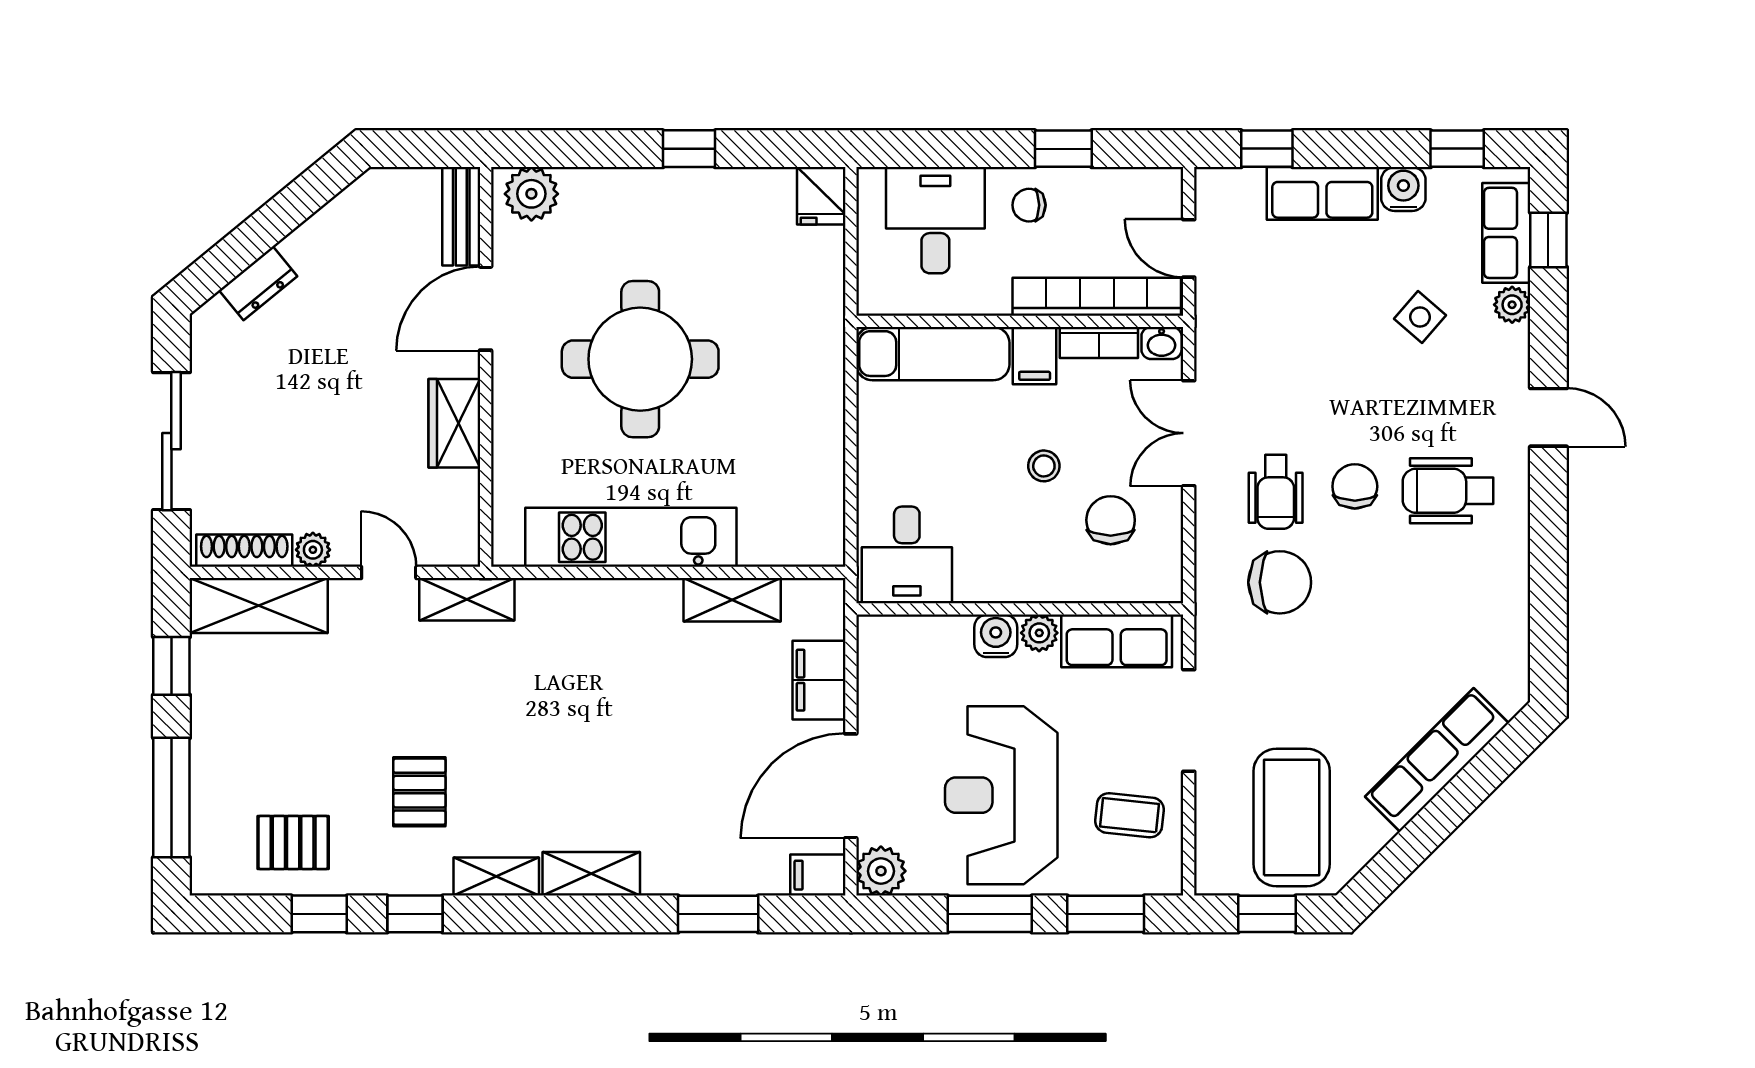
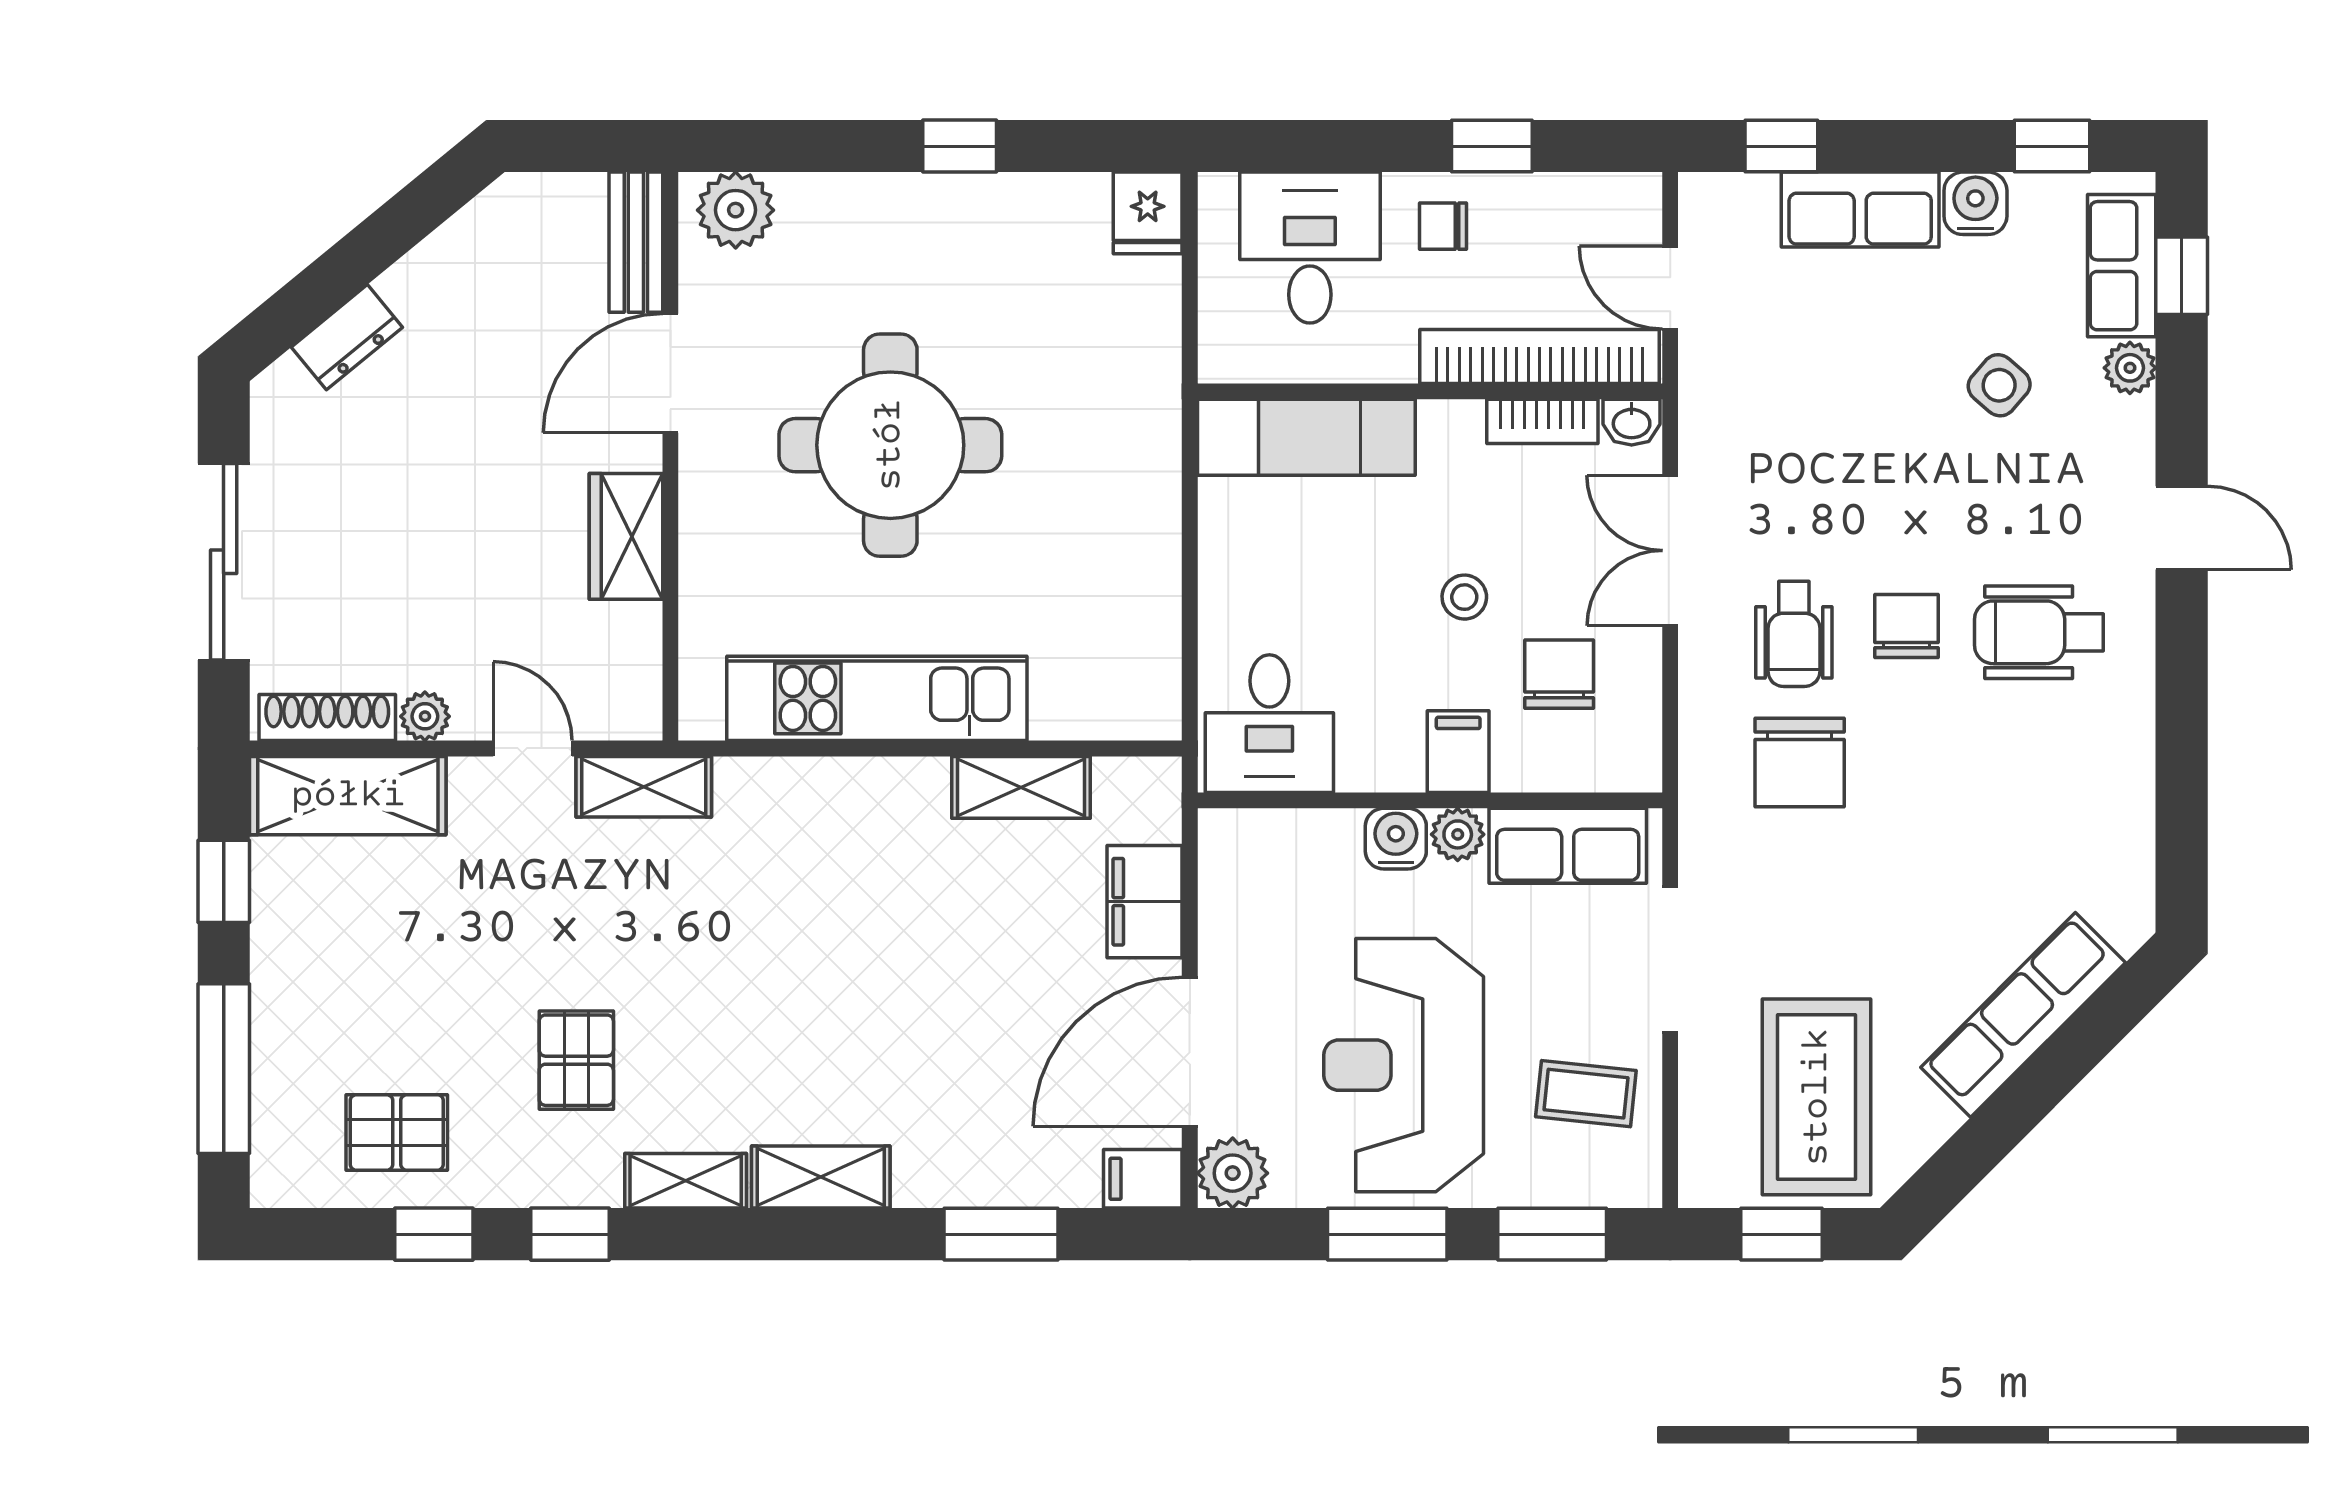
filing cabinet: (1035, 356) -> (1458, 752), moved, turned 180
chair: (1280, 582) -> (1800, 762), turned 90

